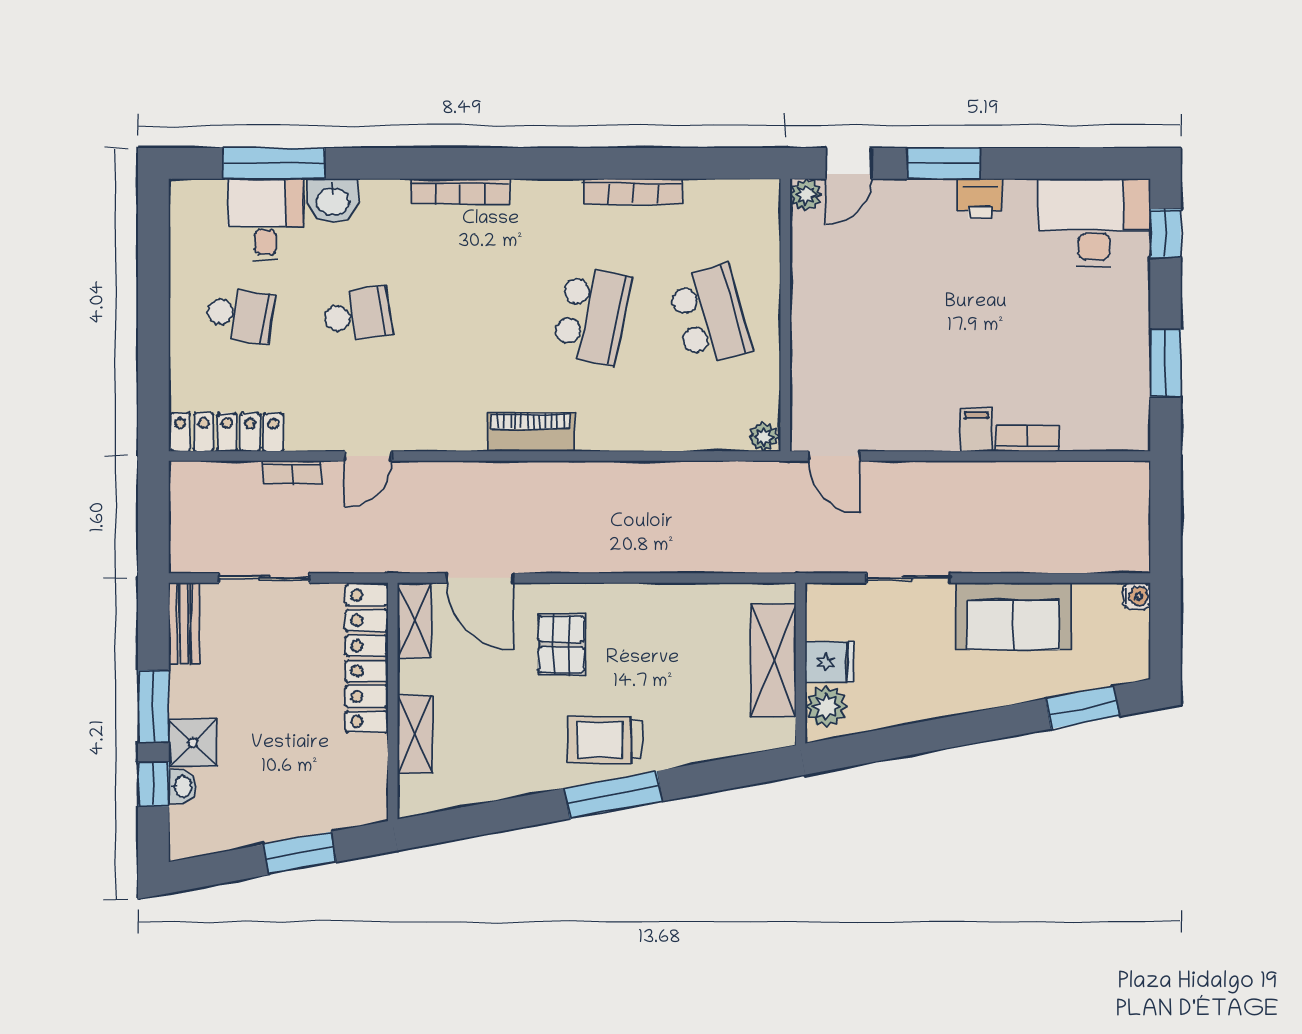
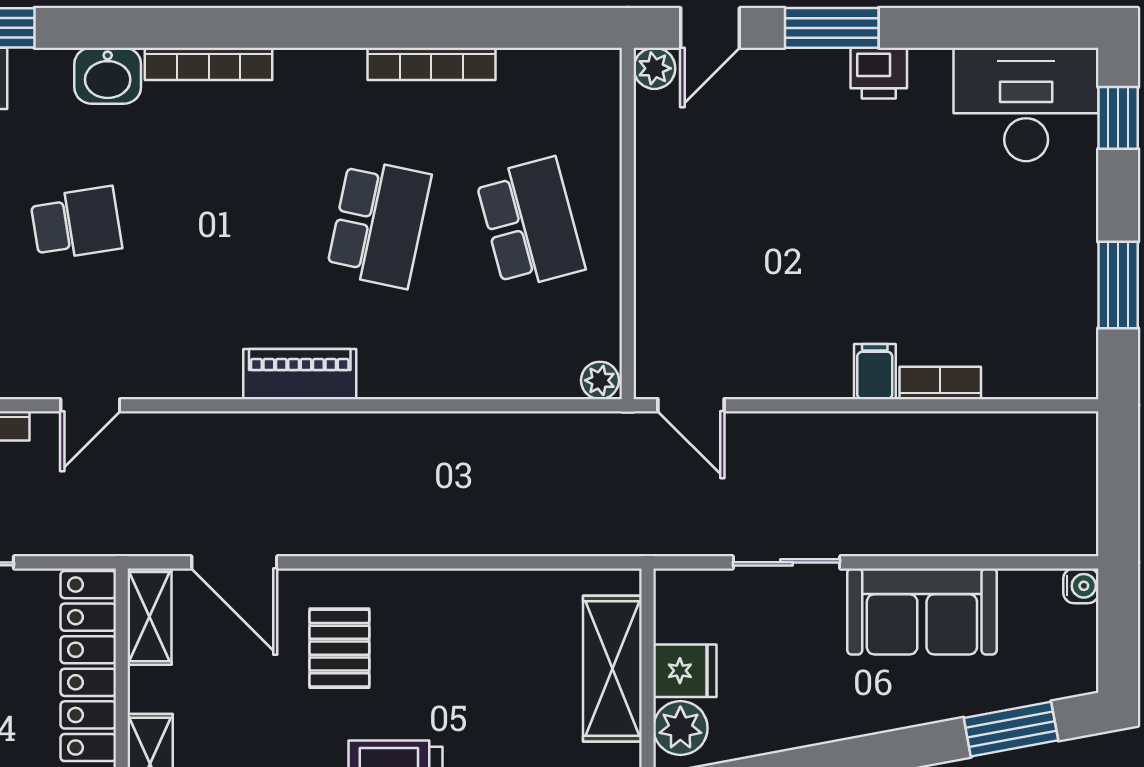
washbasin: (333, 200) -> (108, 76), moved

